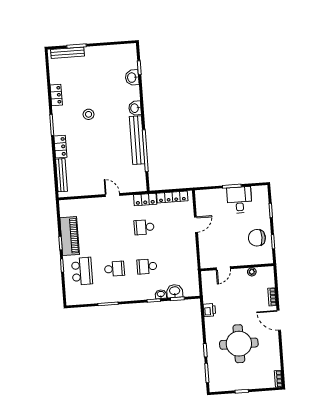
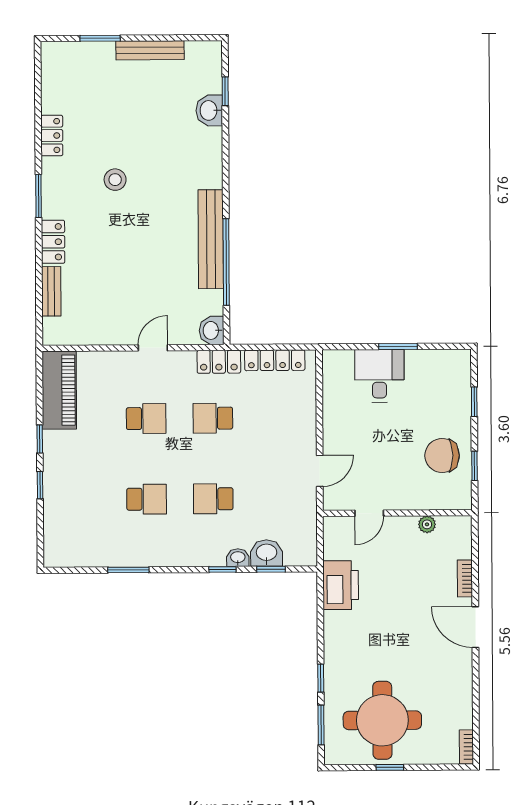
bench: (67, 53) -> (150, 50), moved
washbasin: (135, 108) -> (212, 330), moved
bench: (61, 175) -> (51, 291), width x0.73
door: (112, 195) -> (153, 348), hinge flipped
desk: (239, 200) -> (379, 376), moved
door: (196, 225) -> (320, 471), moved
piano: (70, 236) -> (59, 390), moved
school desk: (82, 271) -> (146, 419), moved, width x0.54
printer: (209, 310) -> (341, 585), width x1.87, depth x1.48
round table: (239, 344) -> (382, 720), moved

